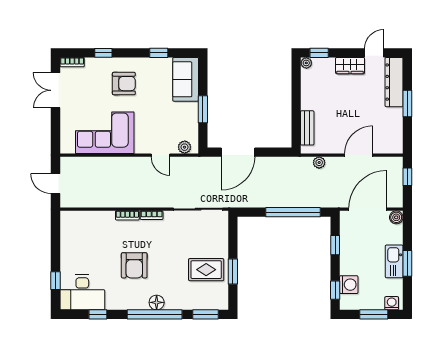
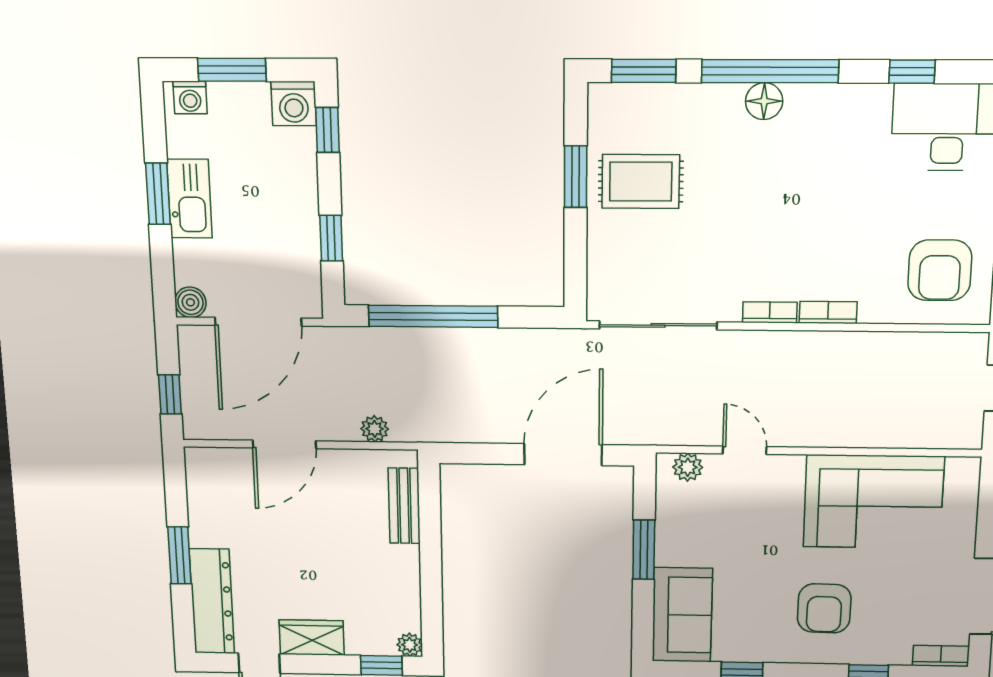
armchair: (124, 84) -> (824, 608), turned -89
armchair: (134, 265) -> (940, 270), moved, turned 180
washing machine: (349, 285) -> (294, 104), moved, turned -90

